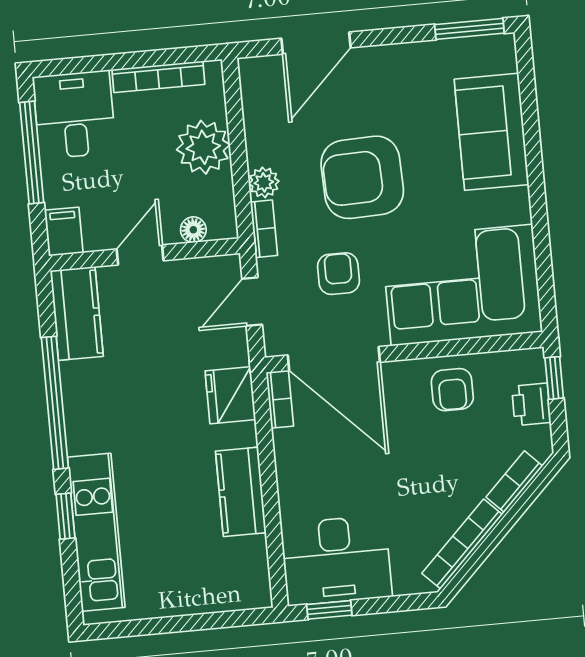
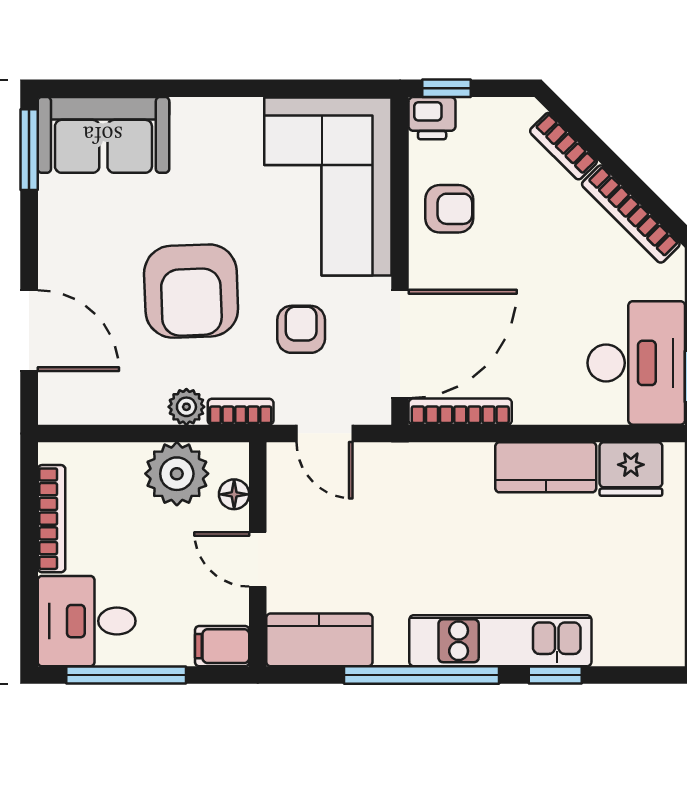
sofa: (492, 132) -> (103, 135), moved
plant: (203, 147) -> (177, 474), moved
armchair: (338, 274) -> (301, 329), turned 90
fridge: (230, 395) -> (631, 469), moved
bookcase: (280, 399) -> (460, 412), width x1.56
printer: (531, 404) -> (432, 118), moved
kitchen unit: (96, 532) -> (500, 641), moved

